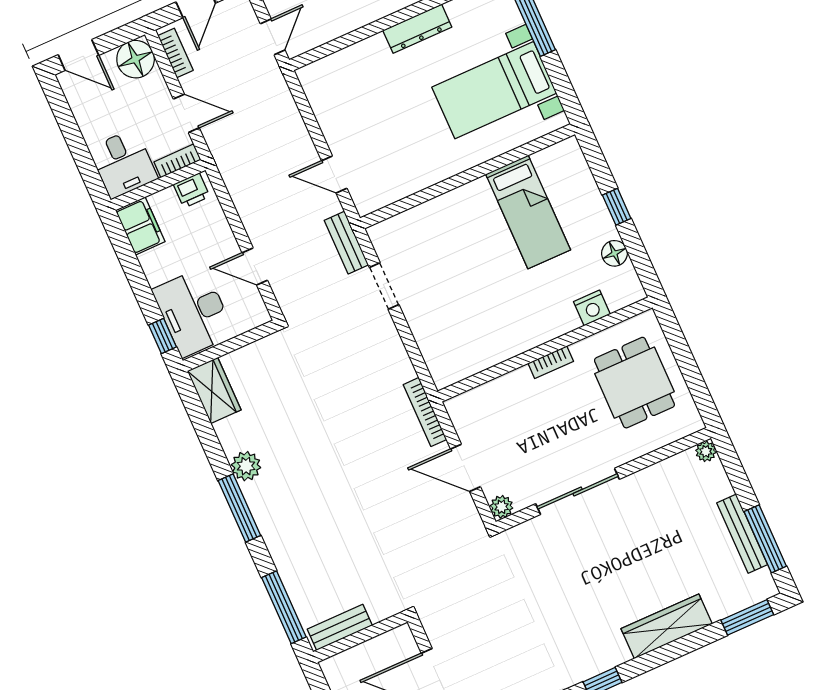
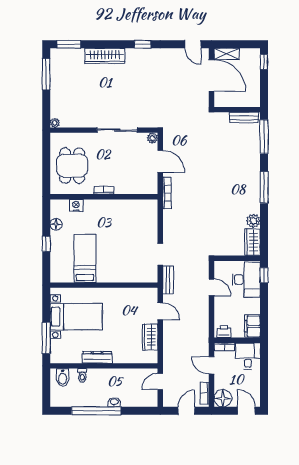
wardrobe: (332, 115) -> (150, 337), added
plant: (246, 466) -> (253, 221), moved
bench: (742, 534) -> (55, 81), removed

